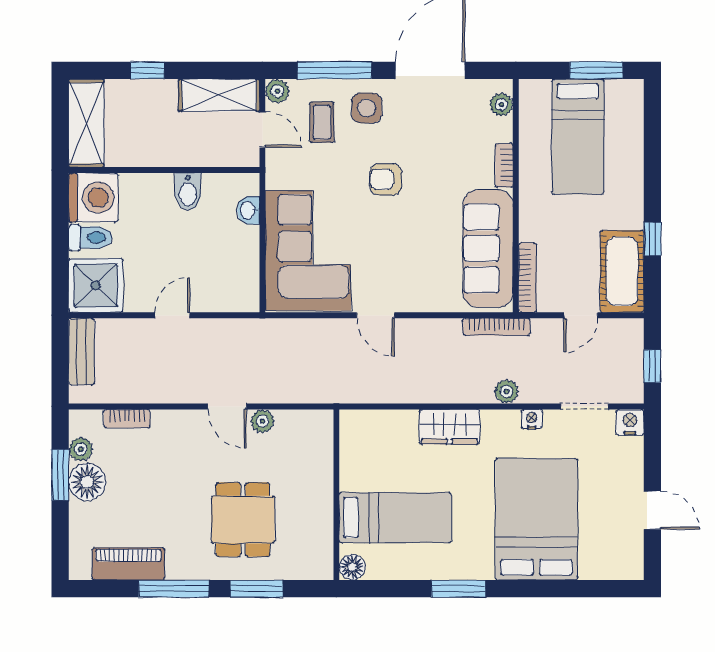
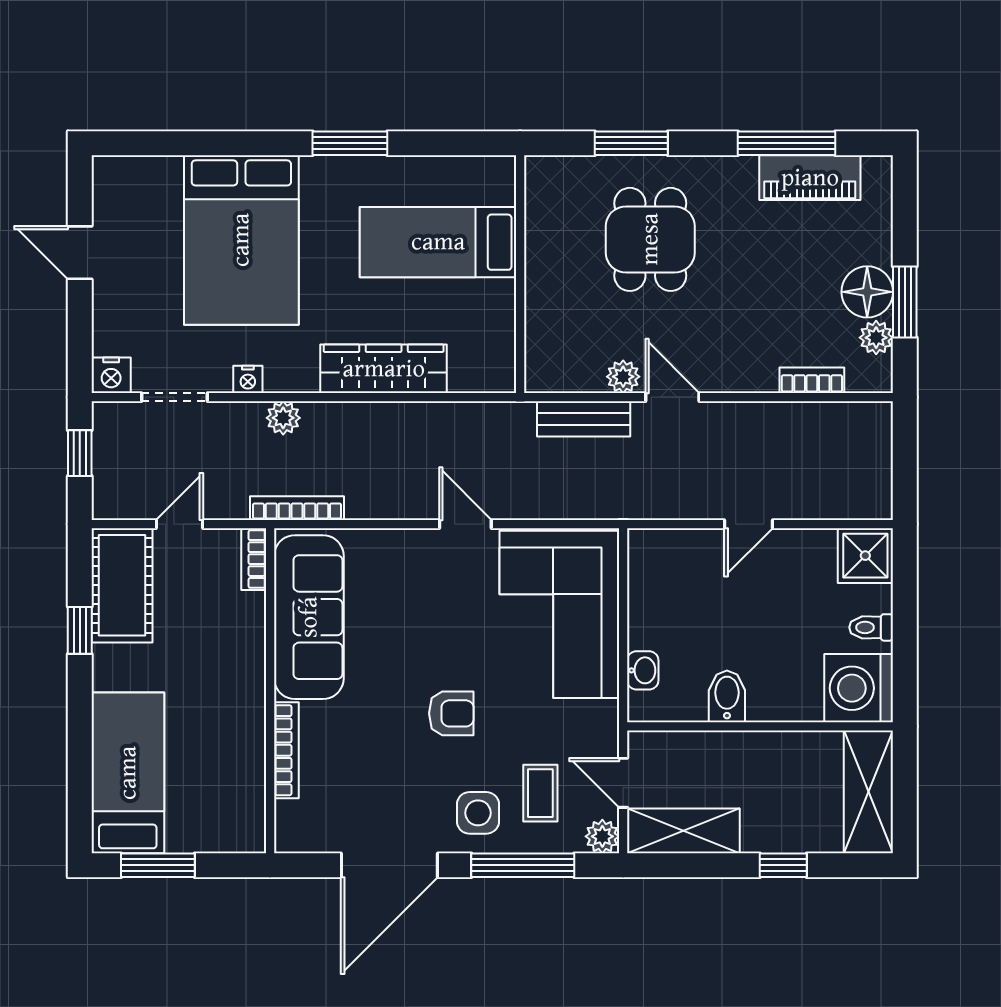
plant: (501, 105) -> (290, 818), removed
bed: (578, 137) -> (128, 773), moved
bookcase: (504, 165) -> (286, 750), width x1.56
toilet: (90, 238) -> (871, 627), width x0.73, depth x0.72
bookcase: (528, 278) -> (254, 559), width x0.64
shower: (96, 285) -> (865, 556), width x0.73, depth x0.73
bench: (81, 352) -> (584, 419), moved, turned 90
wardrobe: (449, 427) -> (384, 369), width x1.50
floor lamp: (352, 567) -> (498, 173), removed
window: (174, 589) -> (787, 143), moved

